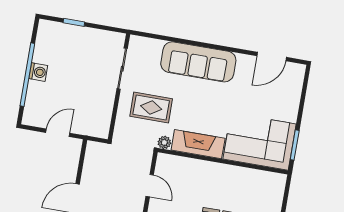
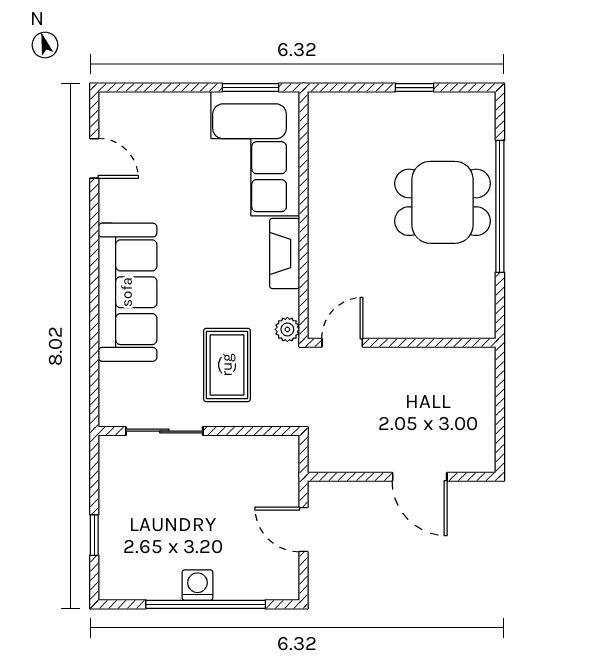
door: (272, 57) -> (94, 158), width x0.73
fireplace: (198, 144) -> (285, 254), width x0.73, depth x0.76
door: (150, 186) -> (342, 343), moved

